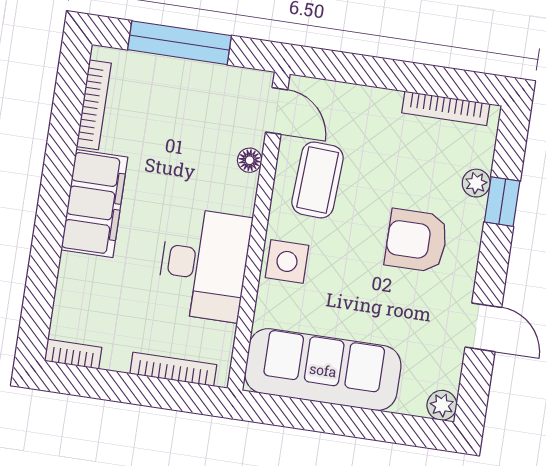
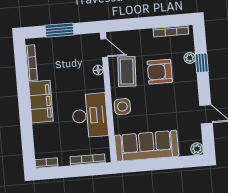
window: (180, 43) -> (59, 30), width x0.69
armchair: (416, 241) -> (160, 72), moved

